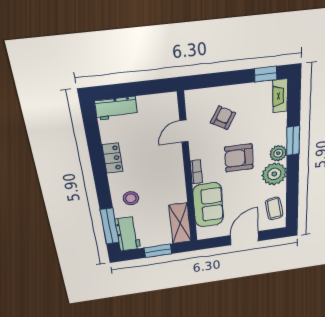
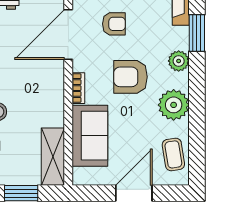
armchair: (223, 118) -> (114, 24), turned 60
door: (184, 131) -> (68, 34), width x1.88
window: (293, 141) -> (197, 33), moved
plant: (278, 153) -> (179, 61), moved

